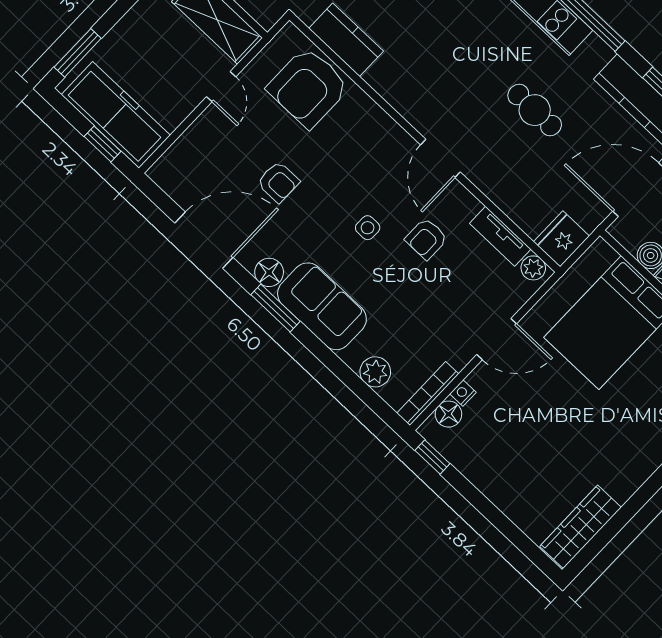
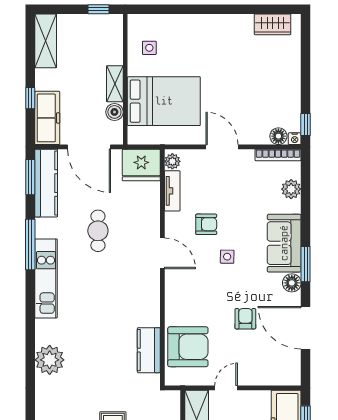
door: (440, 158) -> (162, 253), hinge flipped
fridge: (562, 239) -> (141, 165), width x1.36, depth x1.34
nightstand: (463, 393) -> (295, 139), moved
wardrobe: (580, 527) -> (273, 24), width x0.67

